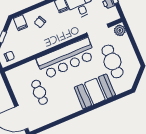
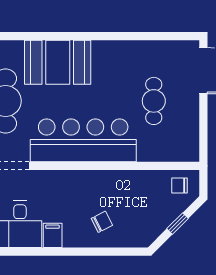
filing cabinet: (21, 23) -> (136, 235), removed

